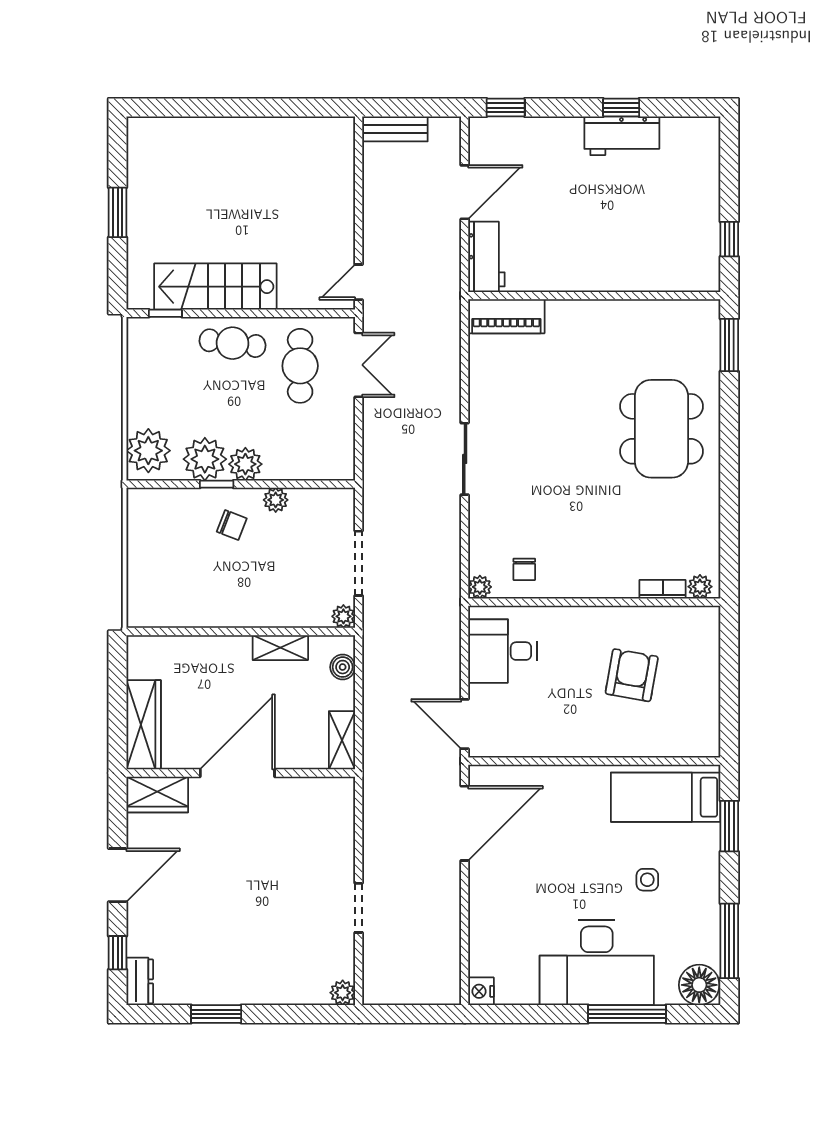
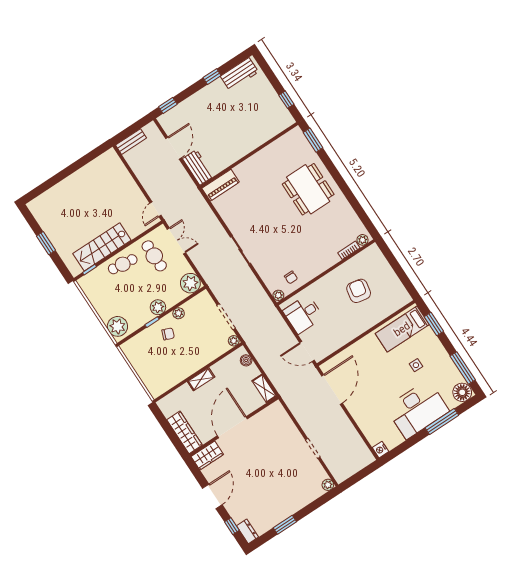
workbench: (622, 136) -> (239, 74), moved
plant: (205, 459) -> (190, 283), moved
shelving: (280, 648) -> (201, 379), moved

